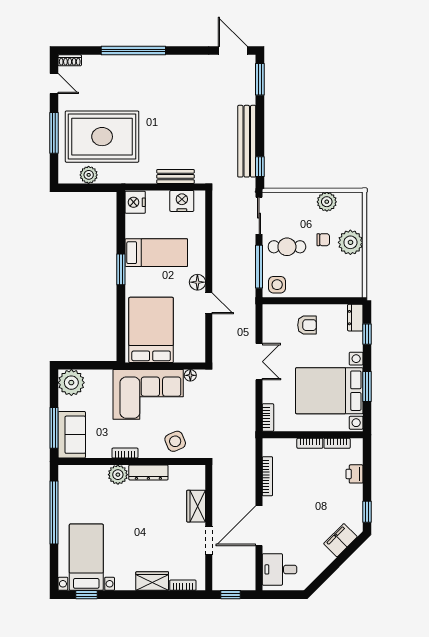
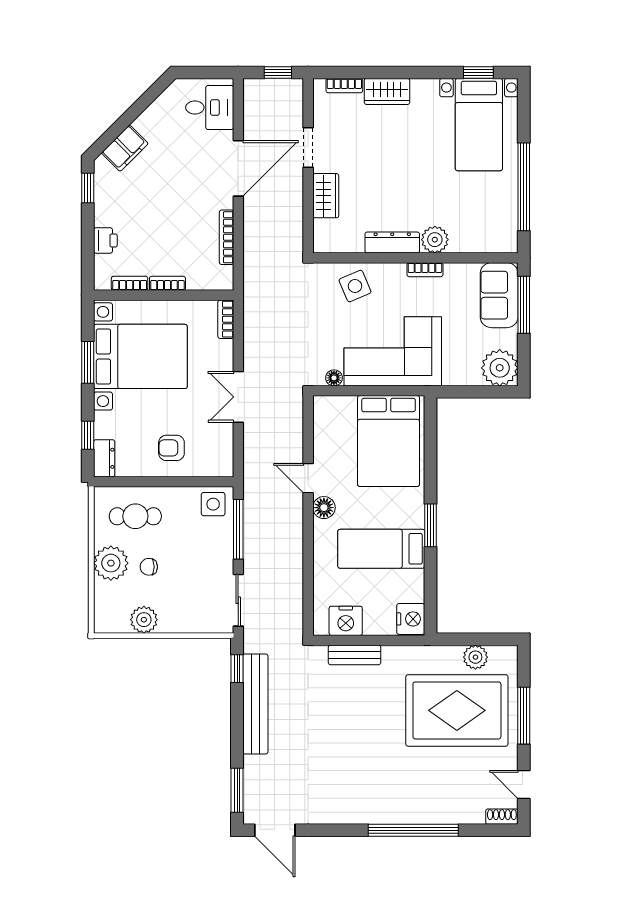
cafe table: (287, 247) -> (135, 516), moved

